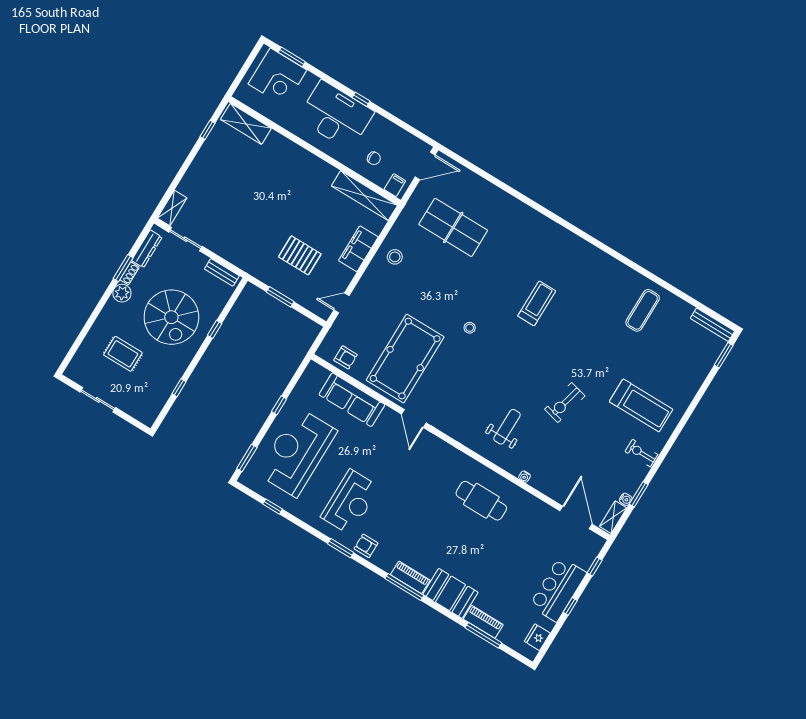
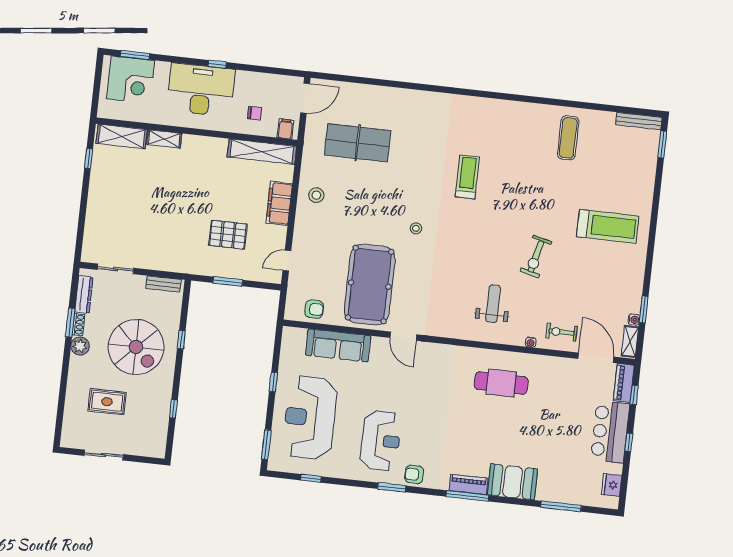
shelving: (172, 208) -> (164, 139), moved, turned 90
exercise bike: (641, 453) -> (561, 332), moved
piano: (483, 622) -> (624, 383), moved, turned -90

